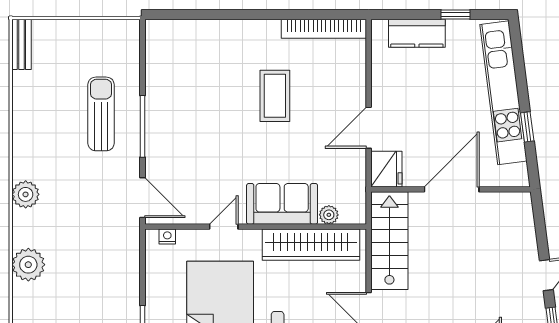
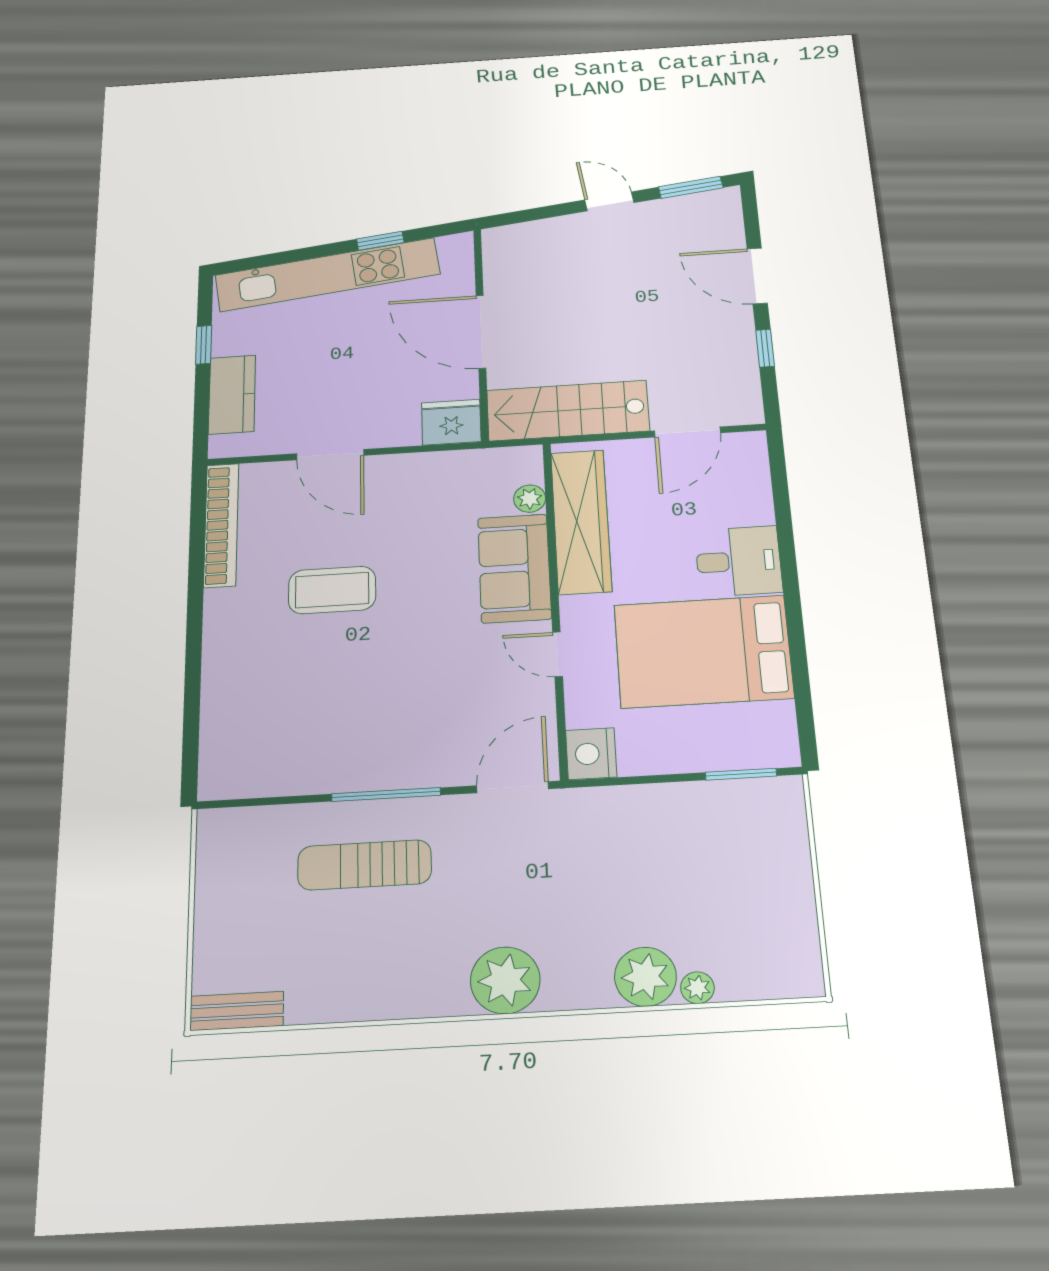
door: (369, 128) -> (330, 455), moved
plant: (26, 194) -> (505, 980), width x1.36, depth x1.36
nightstand: (167, 237) -> (591, 754), width x1.89, depth x1.79
plant: (21, 292) -> (697, 988), added

